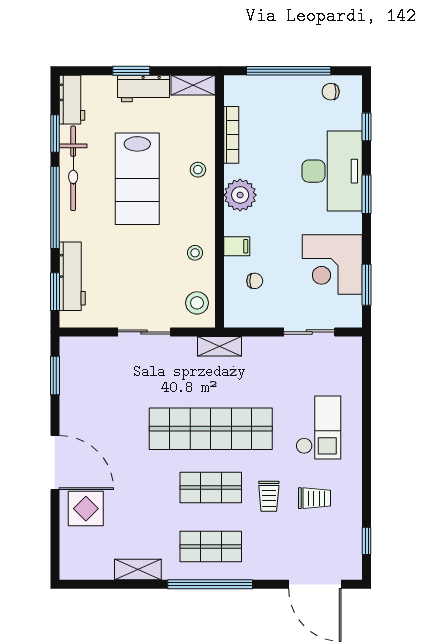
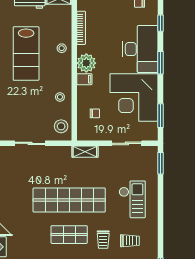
filing cabinet: (237, 246) -> (84, 79), moved
corner desk: (332, 264) -> (134, 97), width x1.36, depth x1.36
shelving: (220, 346) -> (85, 152), moved
window: (367, 366) -> (160, 163), added

